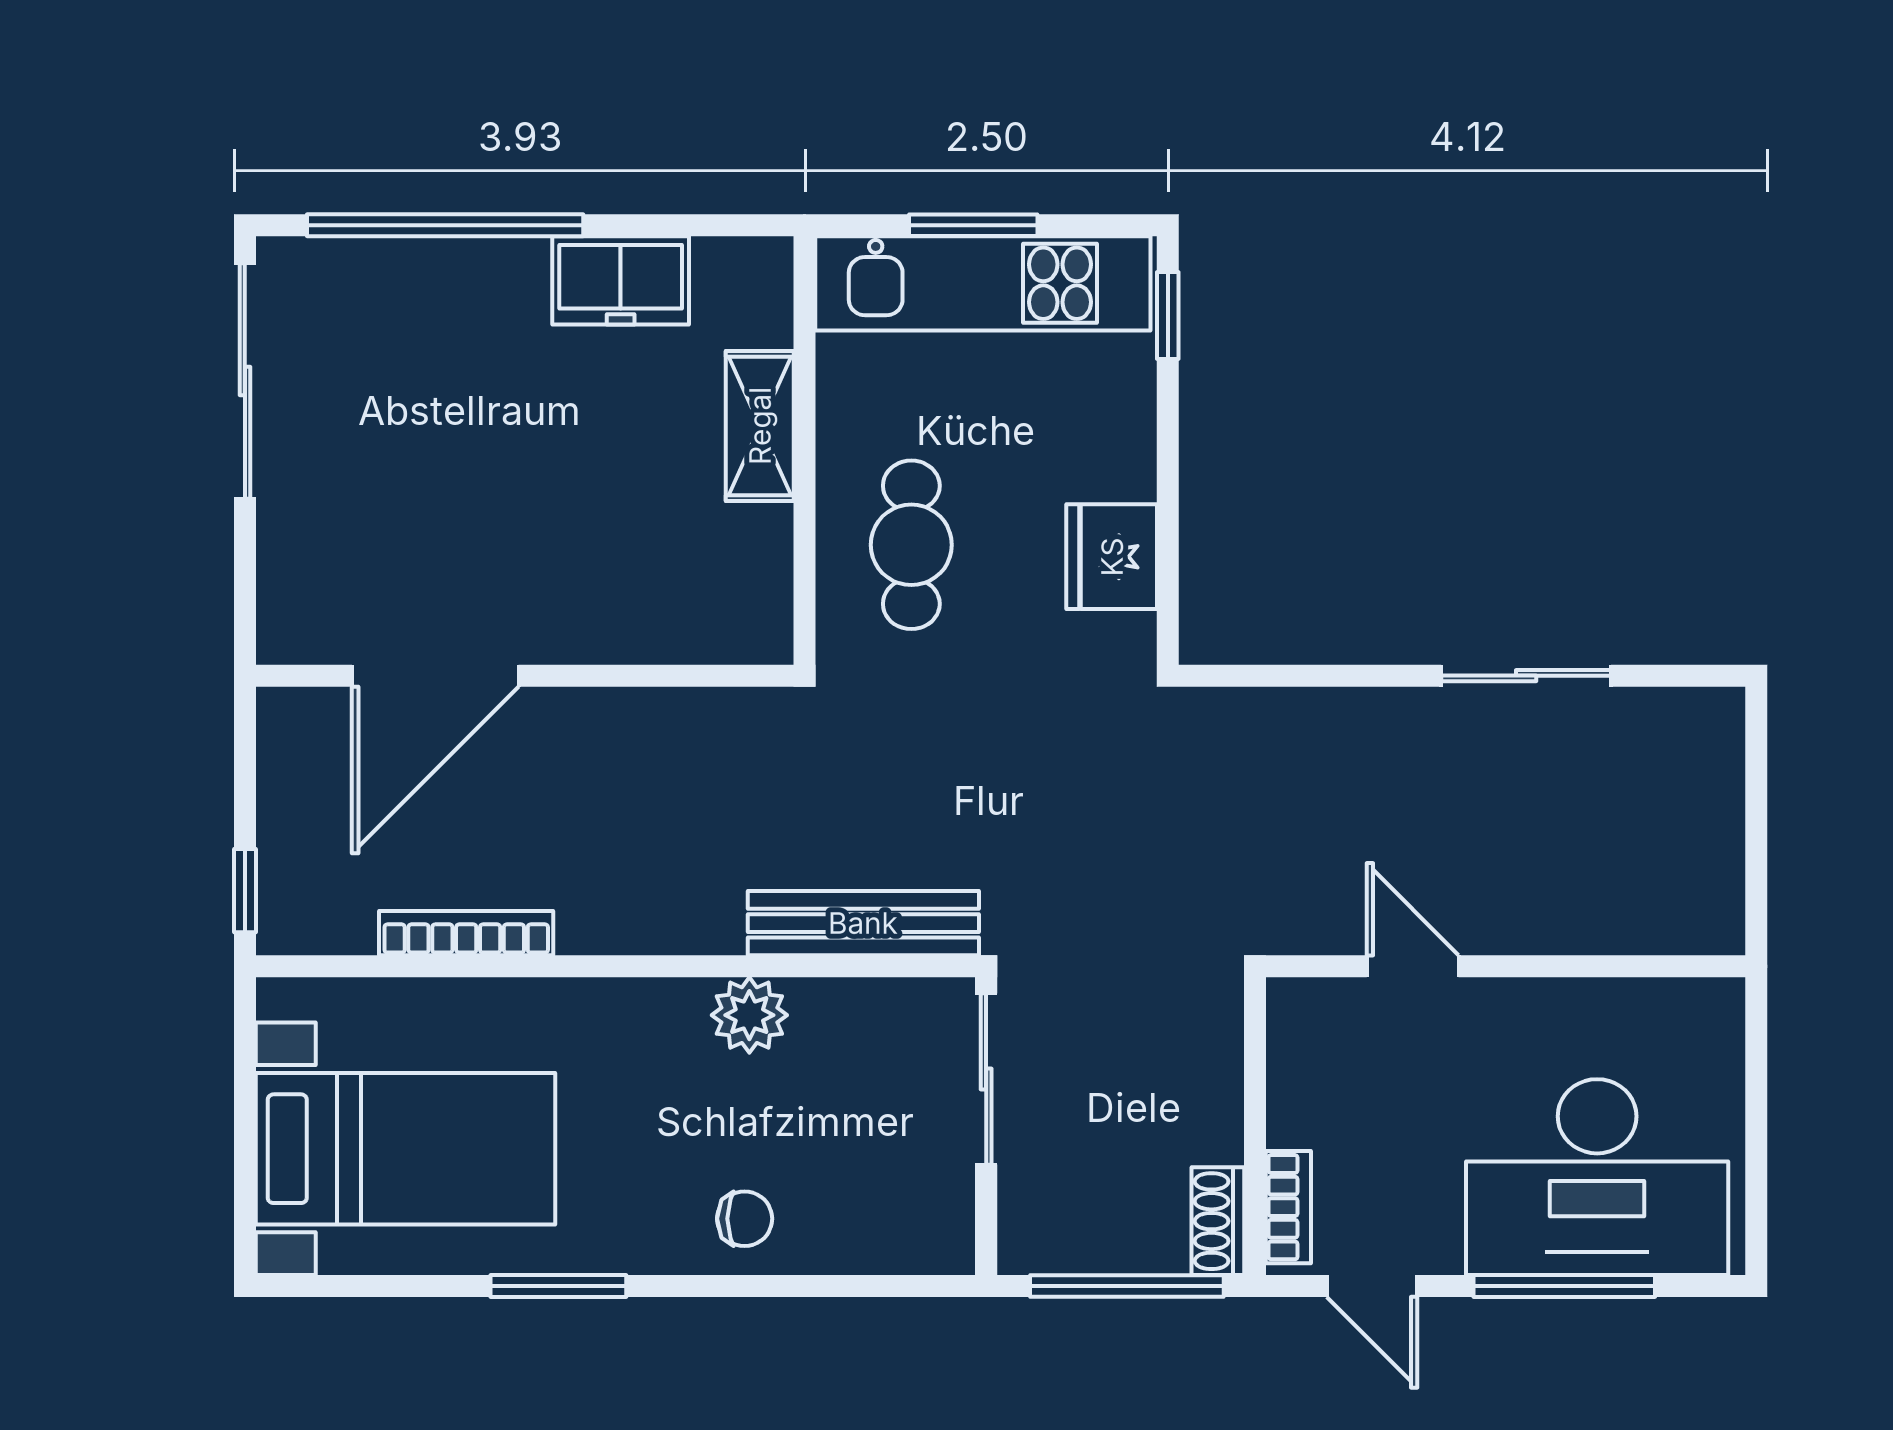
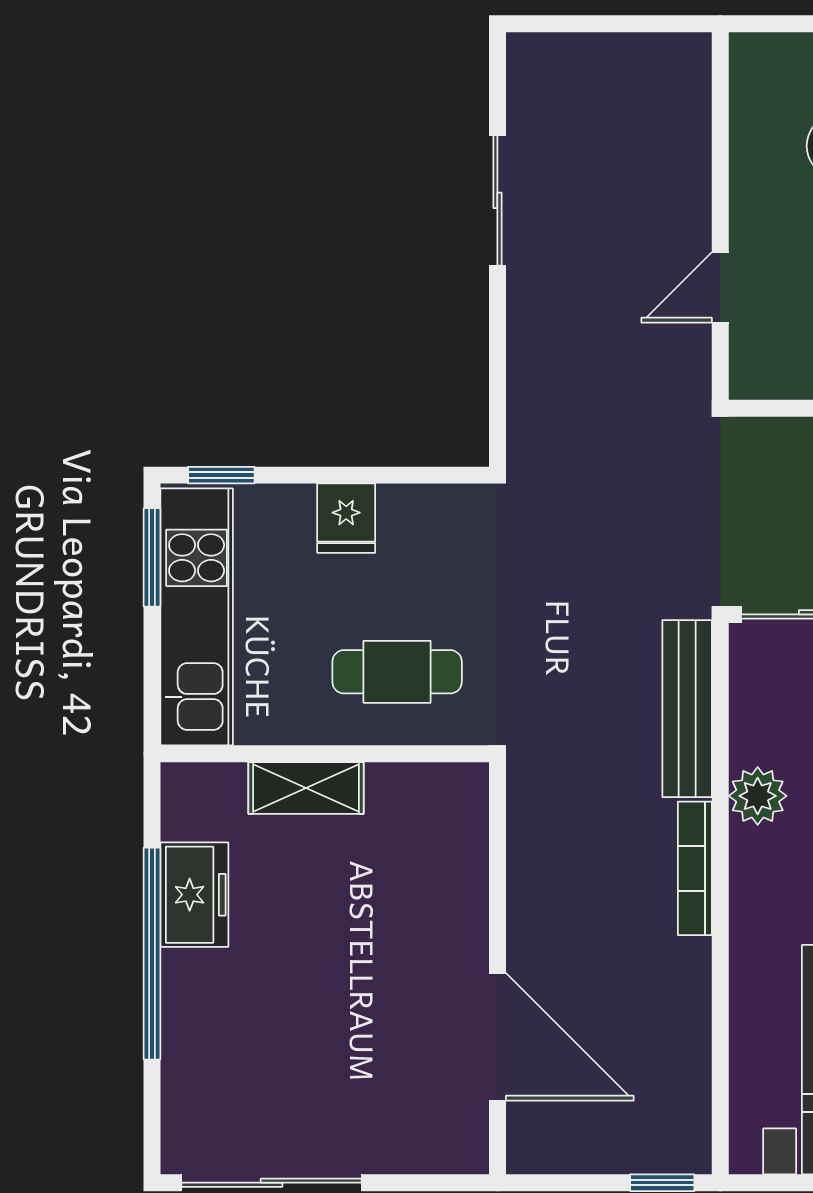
window: (445, 225) -> (152, 954), moved
window: (973, 225) -> (152, 557), moved
fridge: (1112, 557) -> (346, 518), moved, width x0.72
bookcase: (466, 933) -> (695, 868), moved

